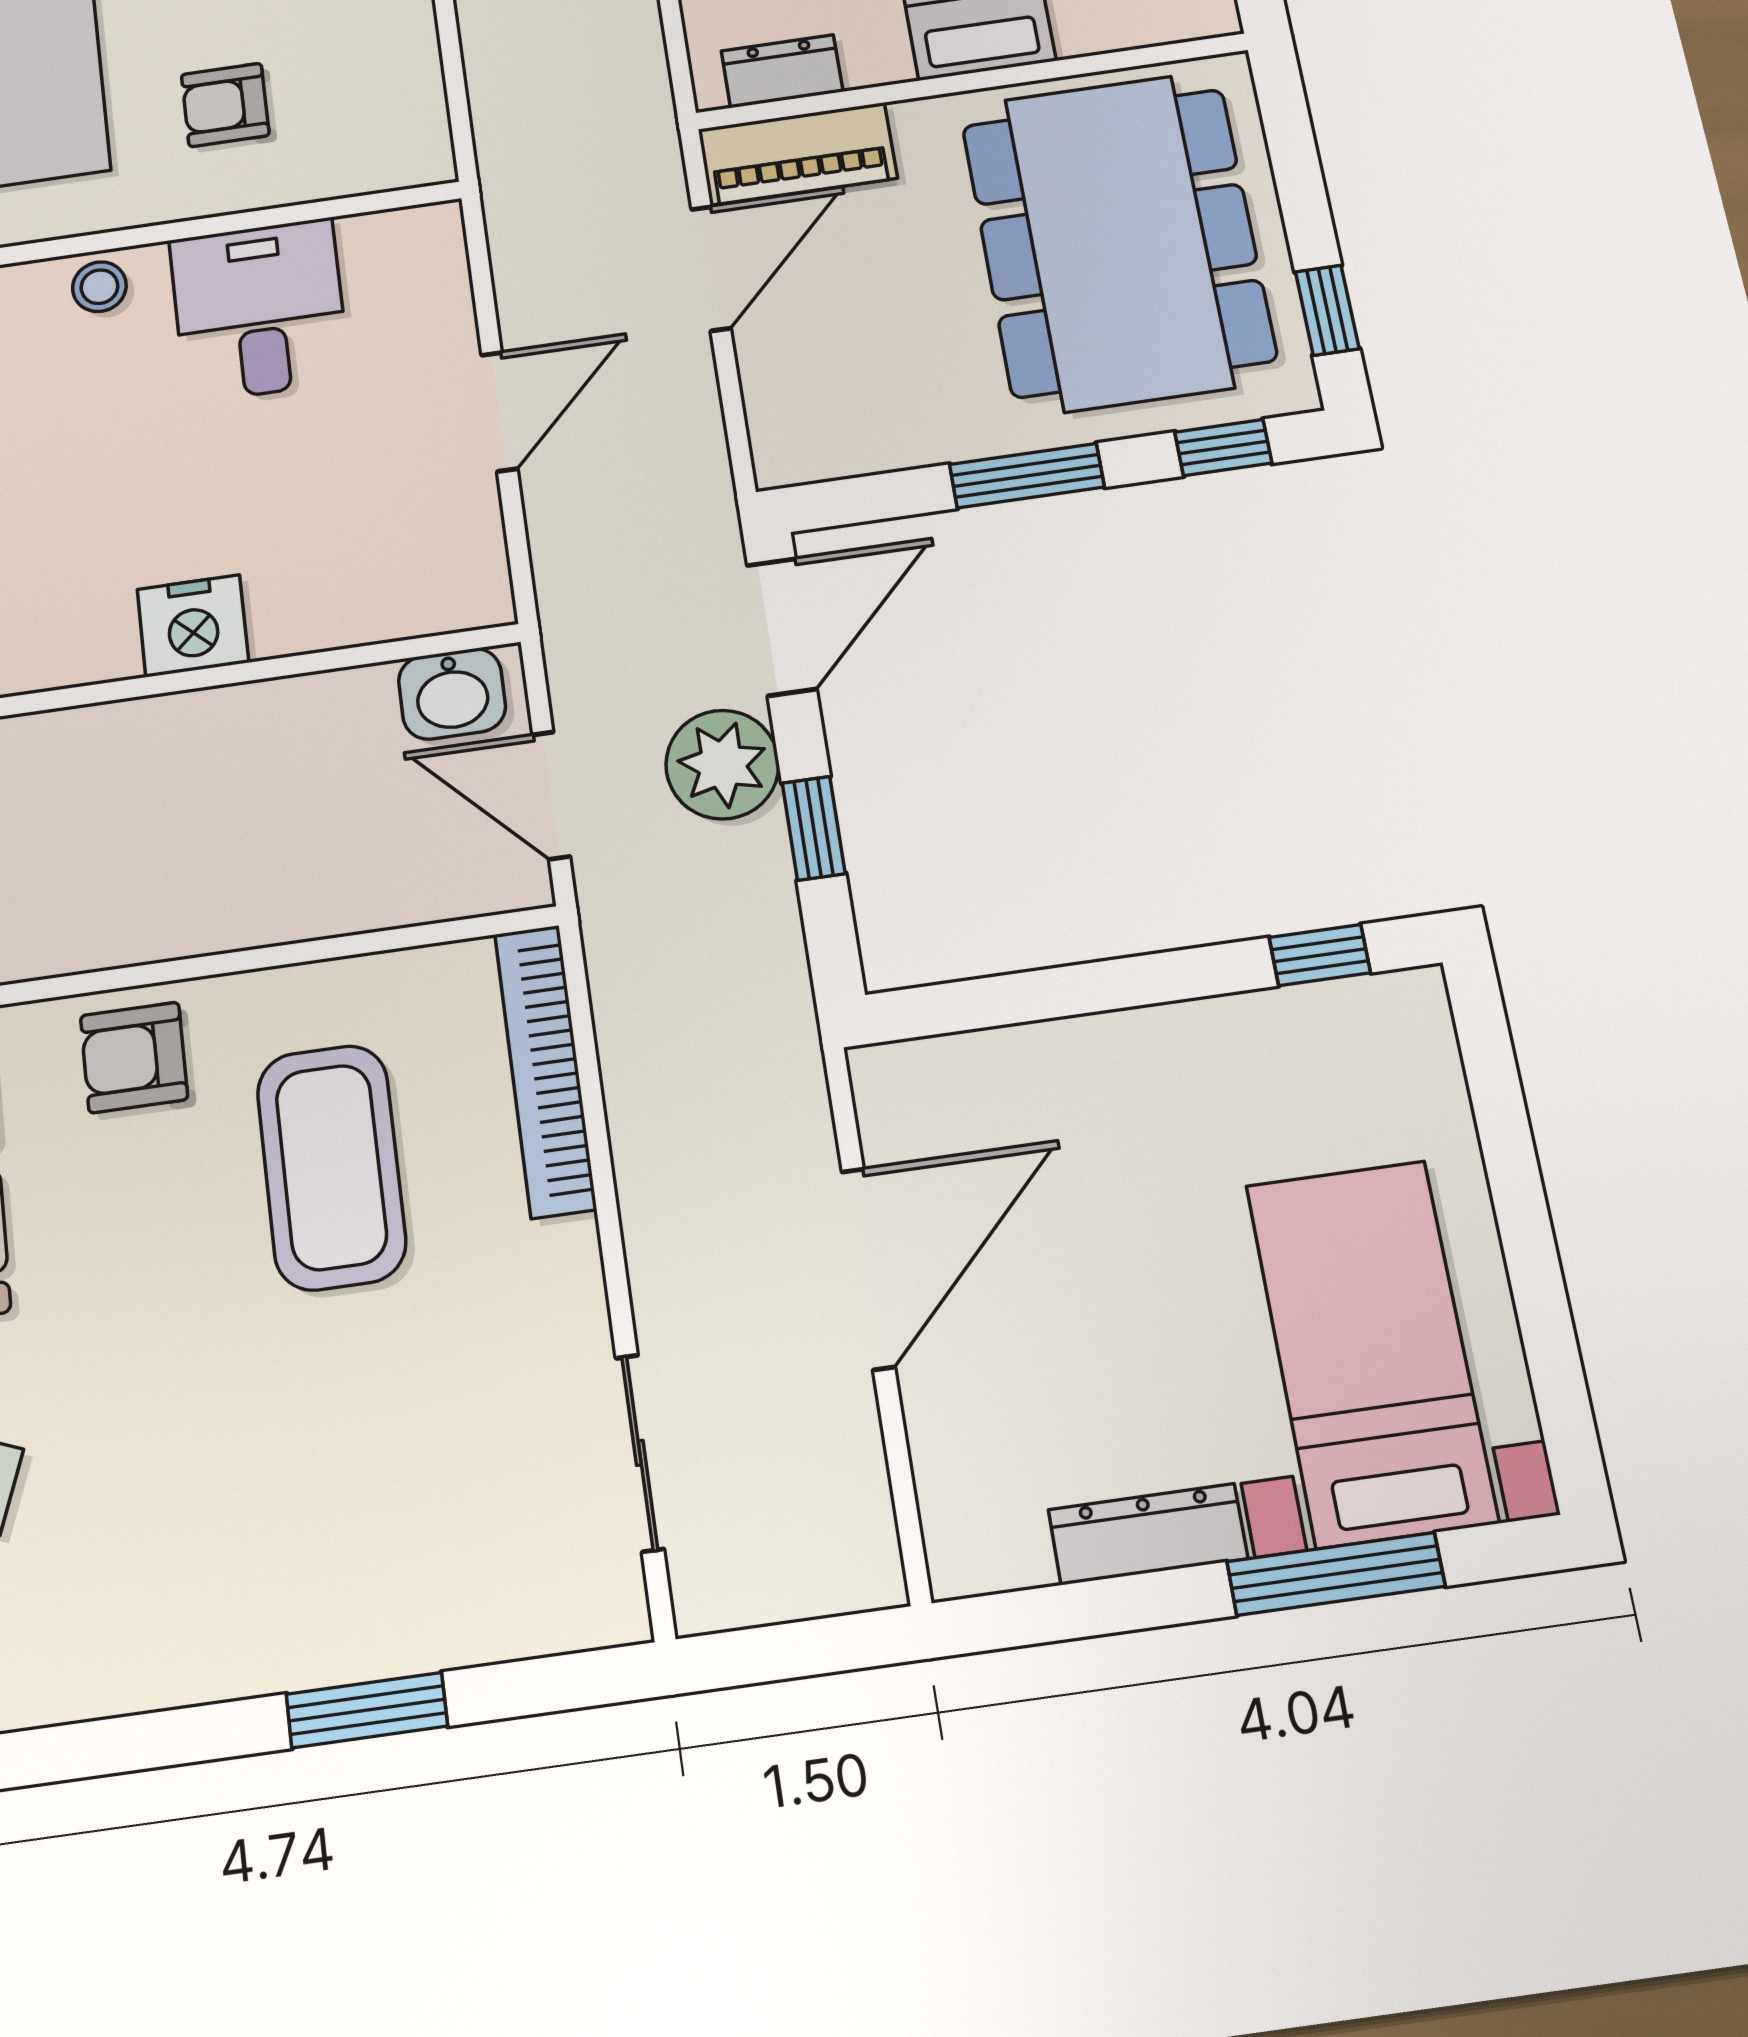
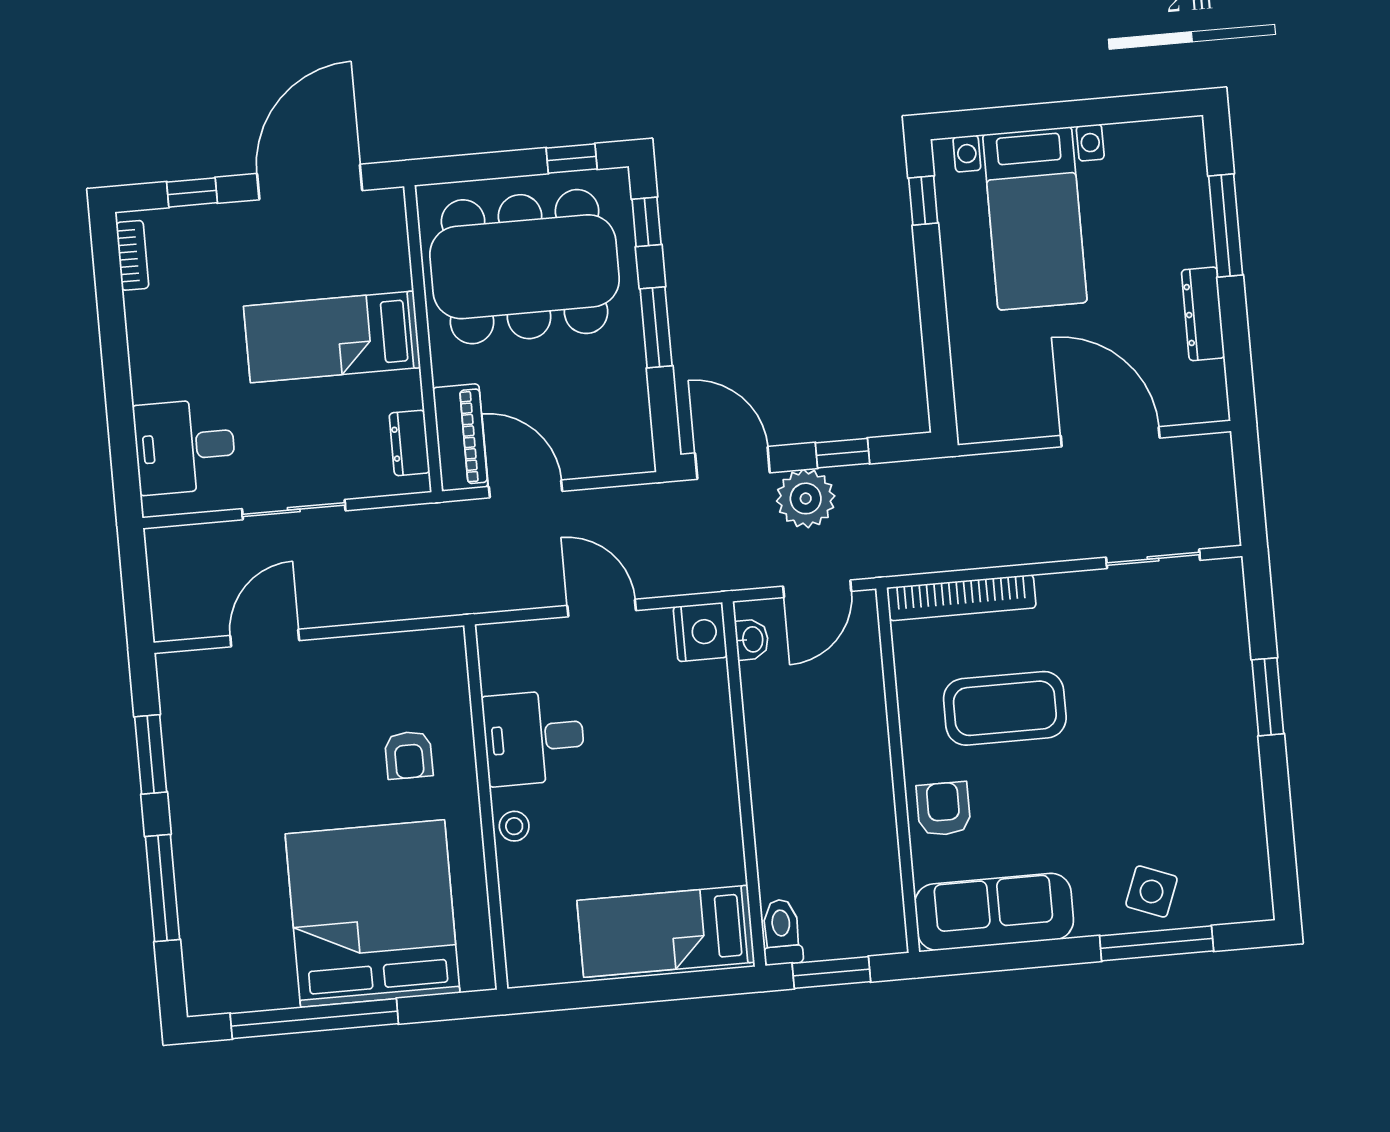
nightstand: (193, 626) -> (700, 632), moved
washbasin: (452, 694) -> (752, 639), width x0.72, depth x0.69
armchair: (134, 1057) -> (943, 809), turned 180
door: (868, 1269) -> (1110, 437), moved
bed with nightstands: (1371, 1352) -> (1035, 218), moved, turned -90

